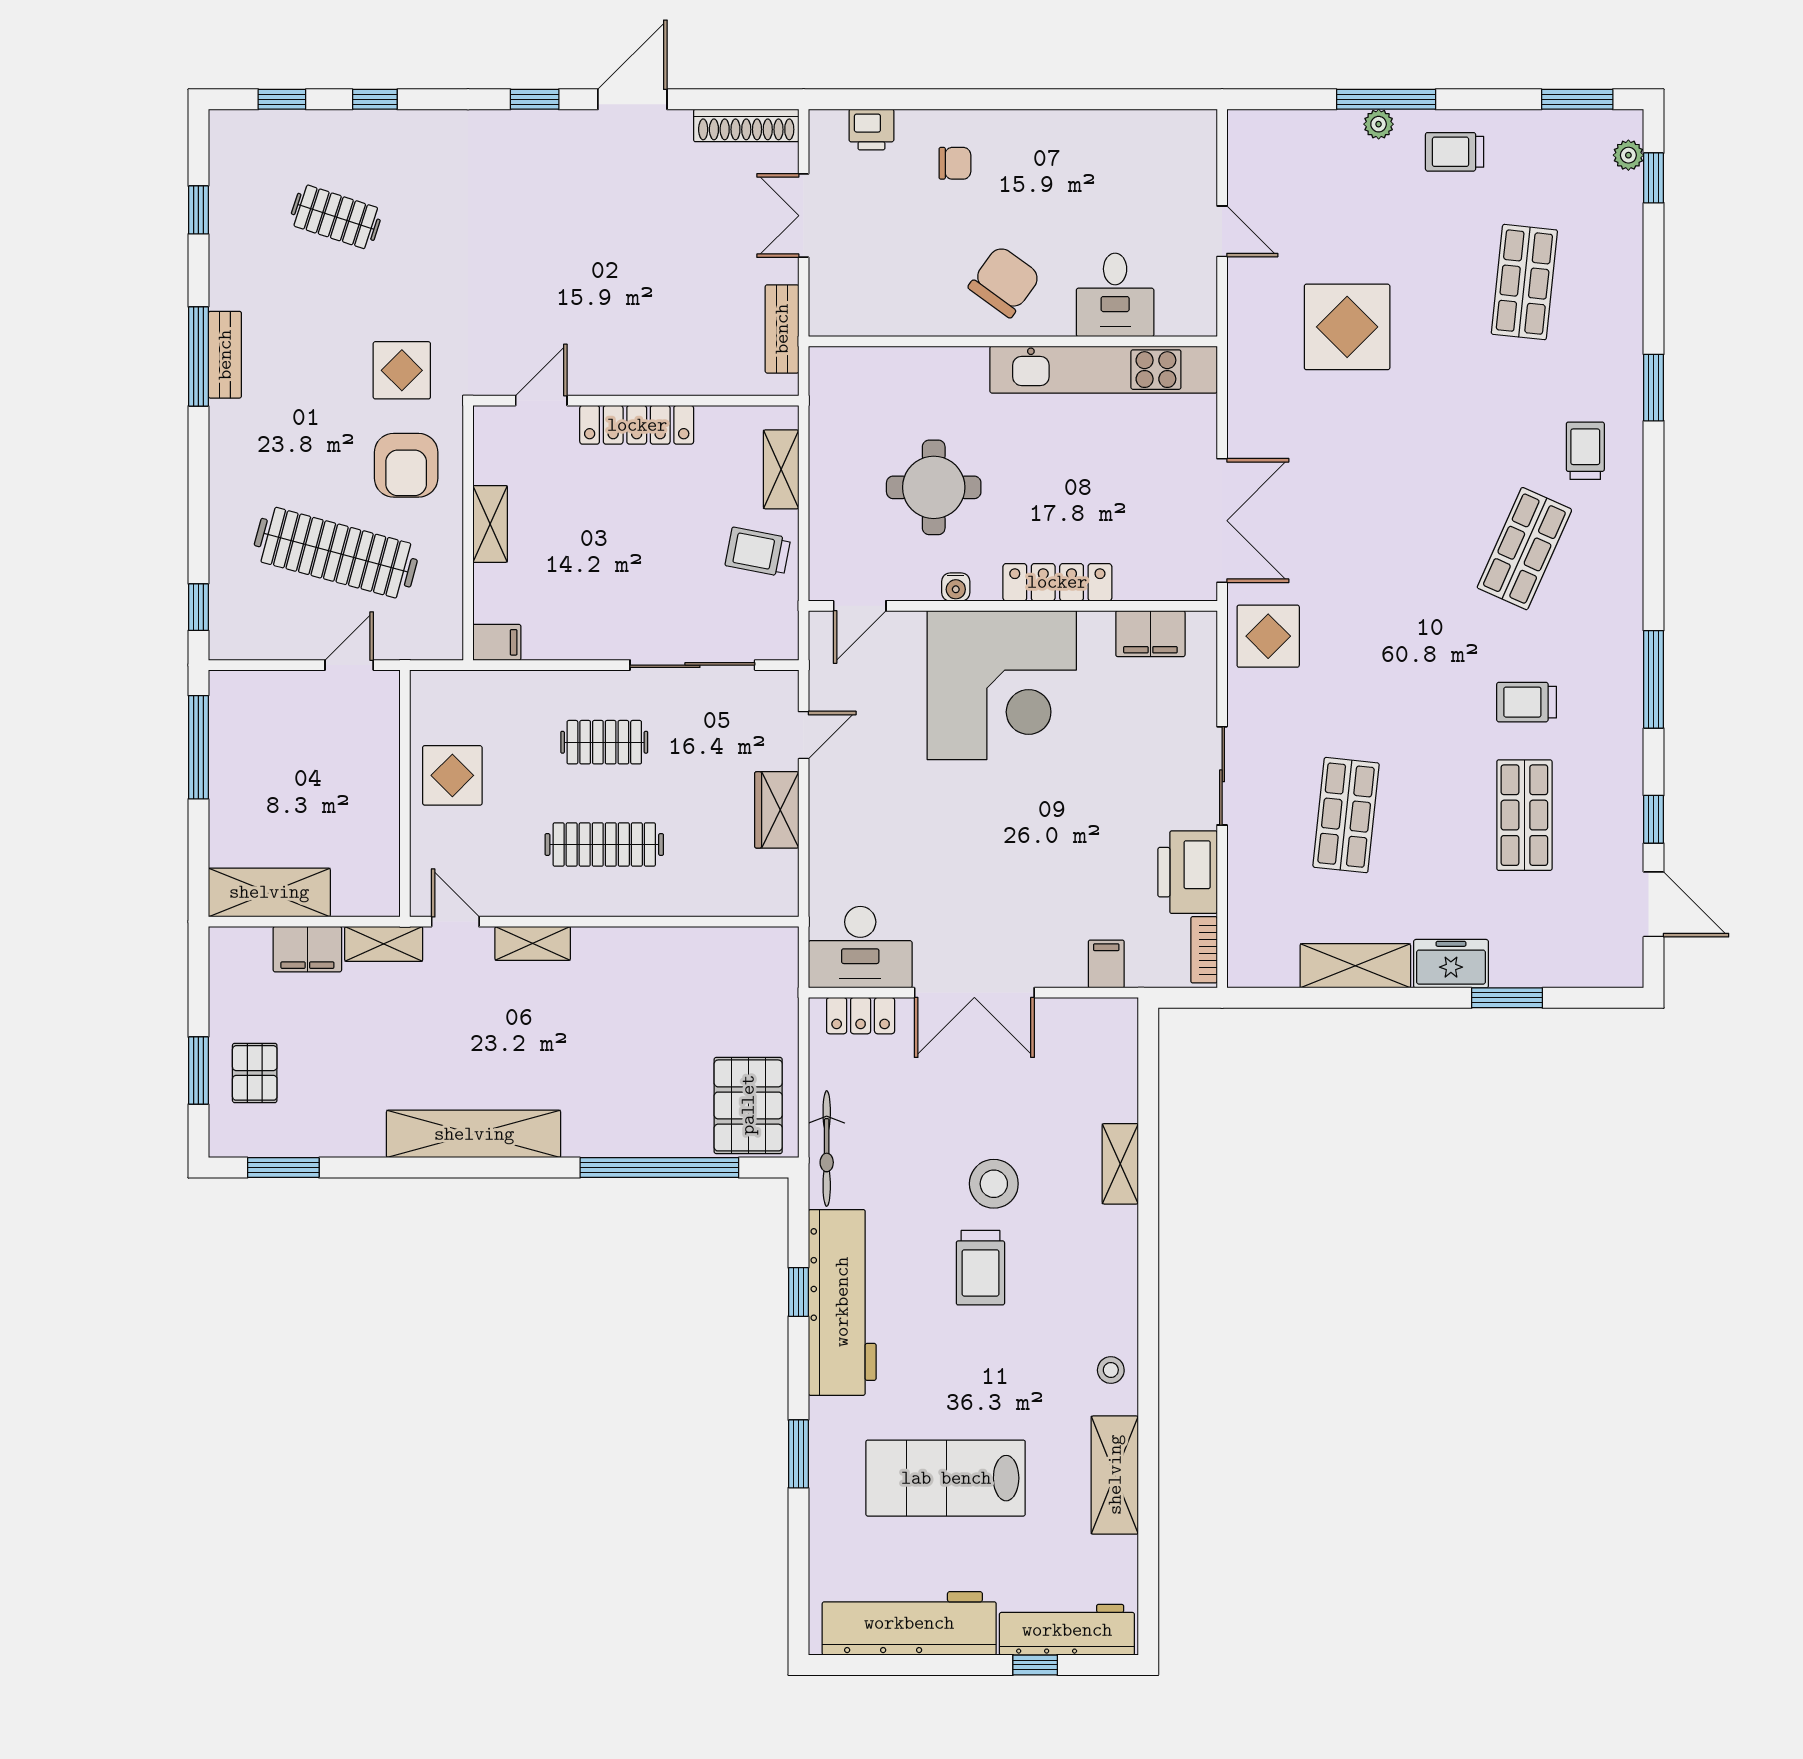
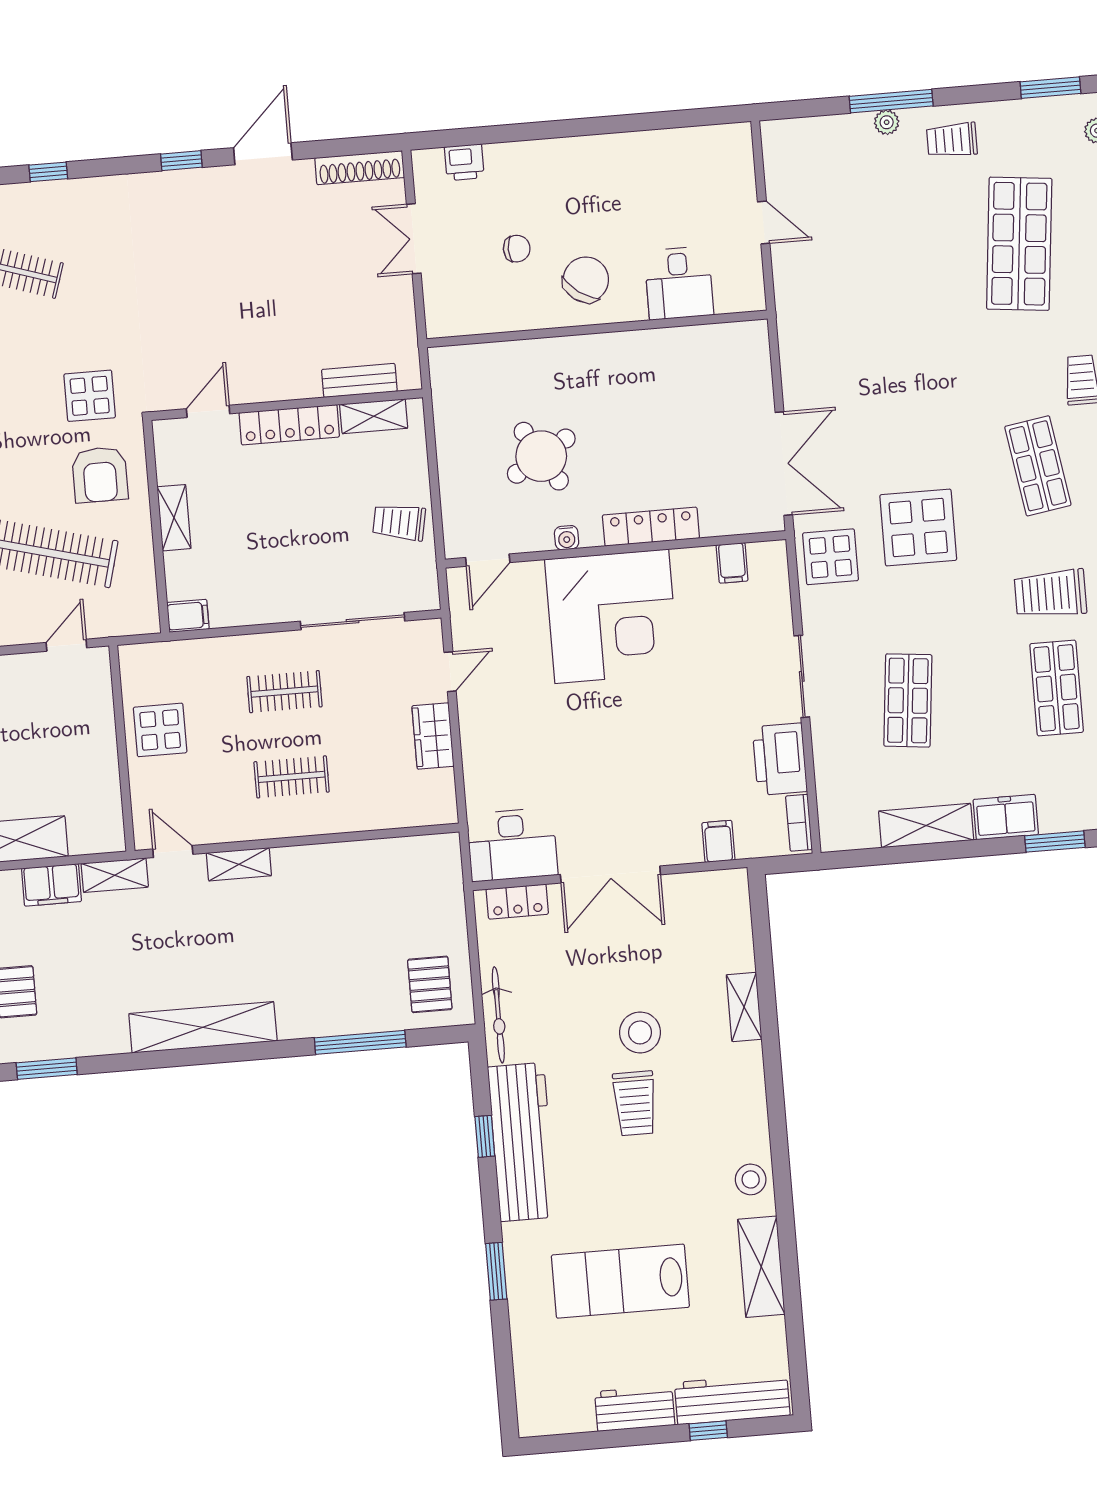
chair: (955, 163) -> (517, 249), moved
shop shelf: (1524, 282) -> (1019, 244), width x1.43, depth x1.36
display table: (1347, 327) -> (918, 528), moved
bench: (782, 329) -> (359, 380), moved, turned 90
kitchen unit: (1104, 370) -> (675, 346), removed
shelving: (781, 469) -> (374, 416), moved, turned 90
round table: (934, 487) -> (541, 456), turned -31
shop shelf: (1524, 549) -> (1038, 466), turned -33
filing cabinet: (1150, 634) -> (732, 563), width x0.50
trolley: (1527, 702) -> (1050, 594), width x1.36, depth x1.39
clothes rail: (604, 844) -> (292, 777), width x0.73
pallet: (748, 1105) -> (430, 984), width x0.67, depth x0.71
window: (659, 1168) -> (360, 1042), width x0.68
stool: (1111, 1370) -> (751, 1179), width x1.37, depth x1.37
workbench: (909, 1623) -> (635, 1408), width x0.53, depth x0.76

